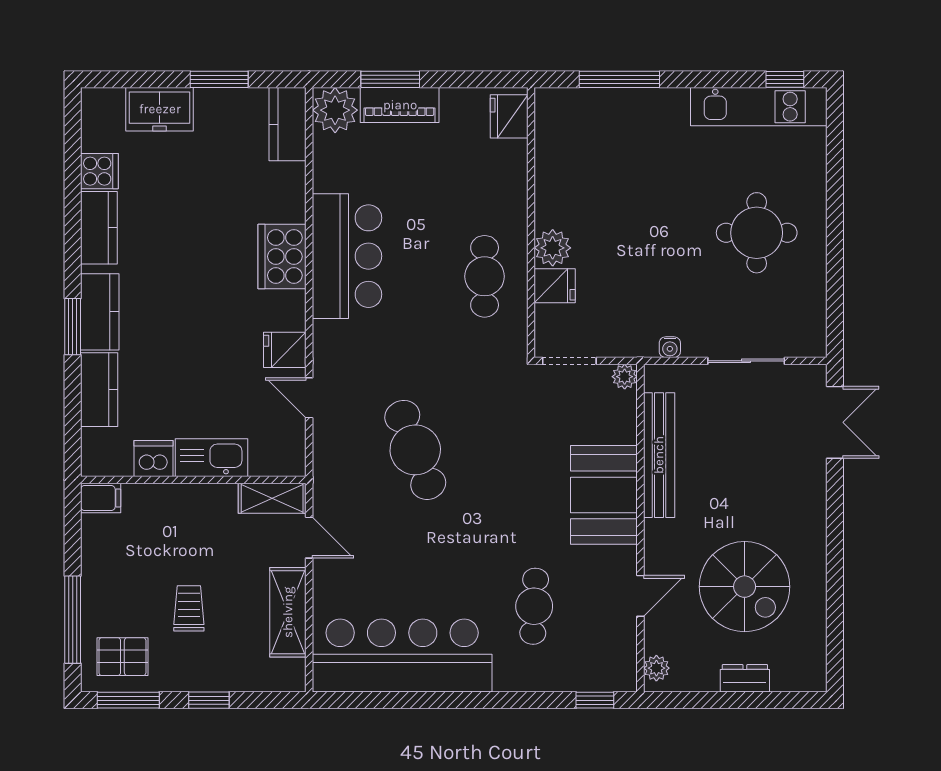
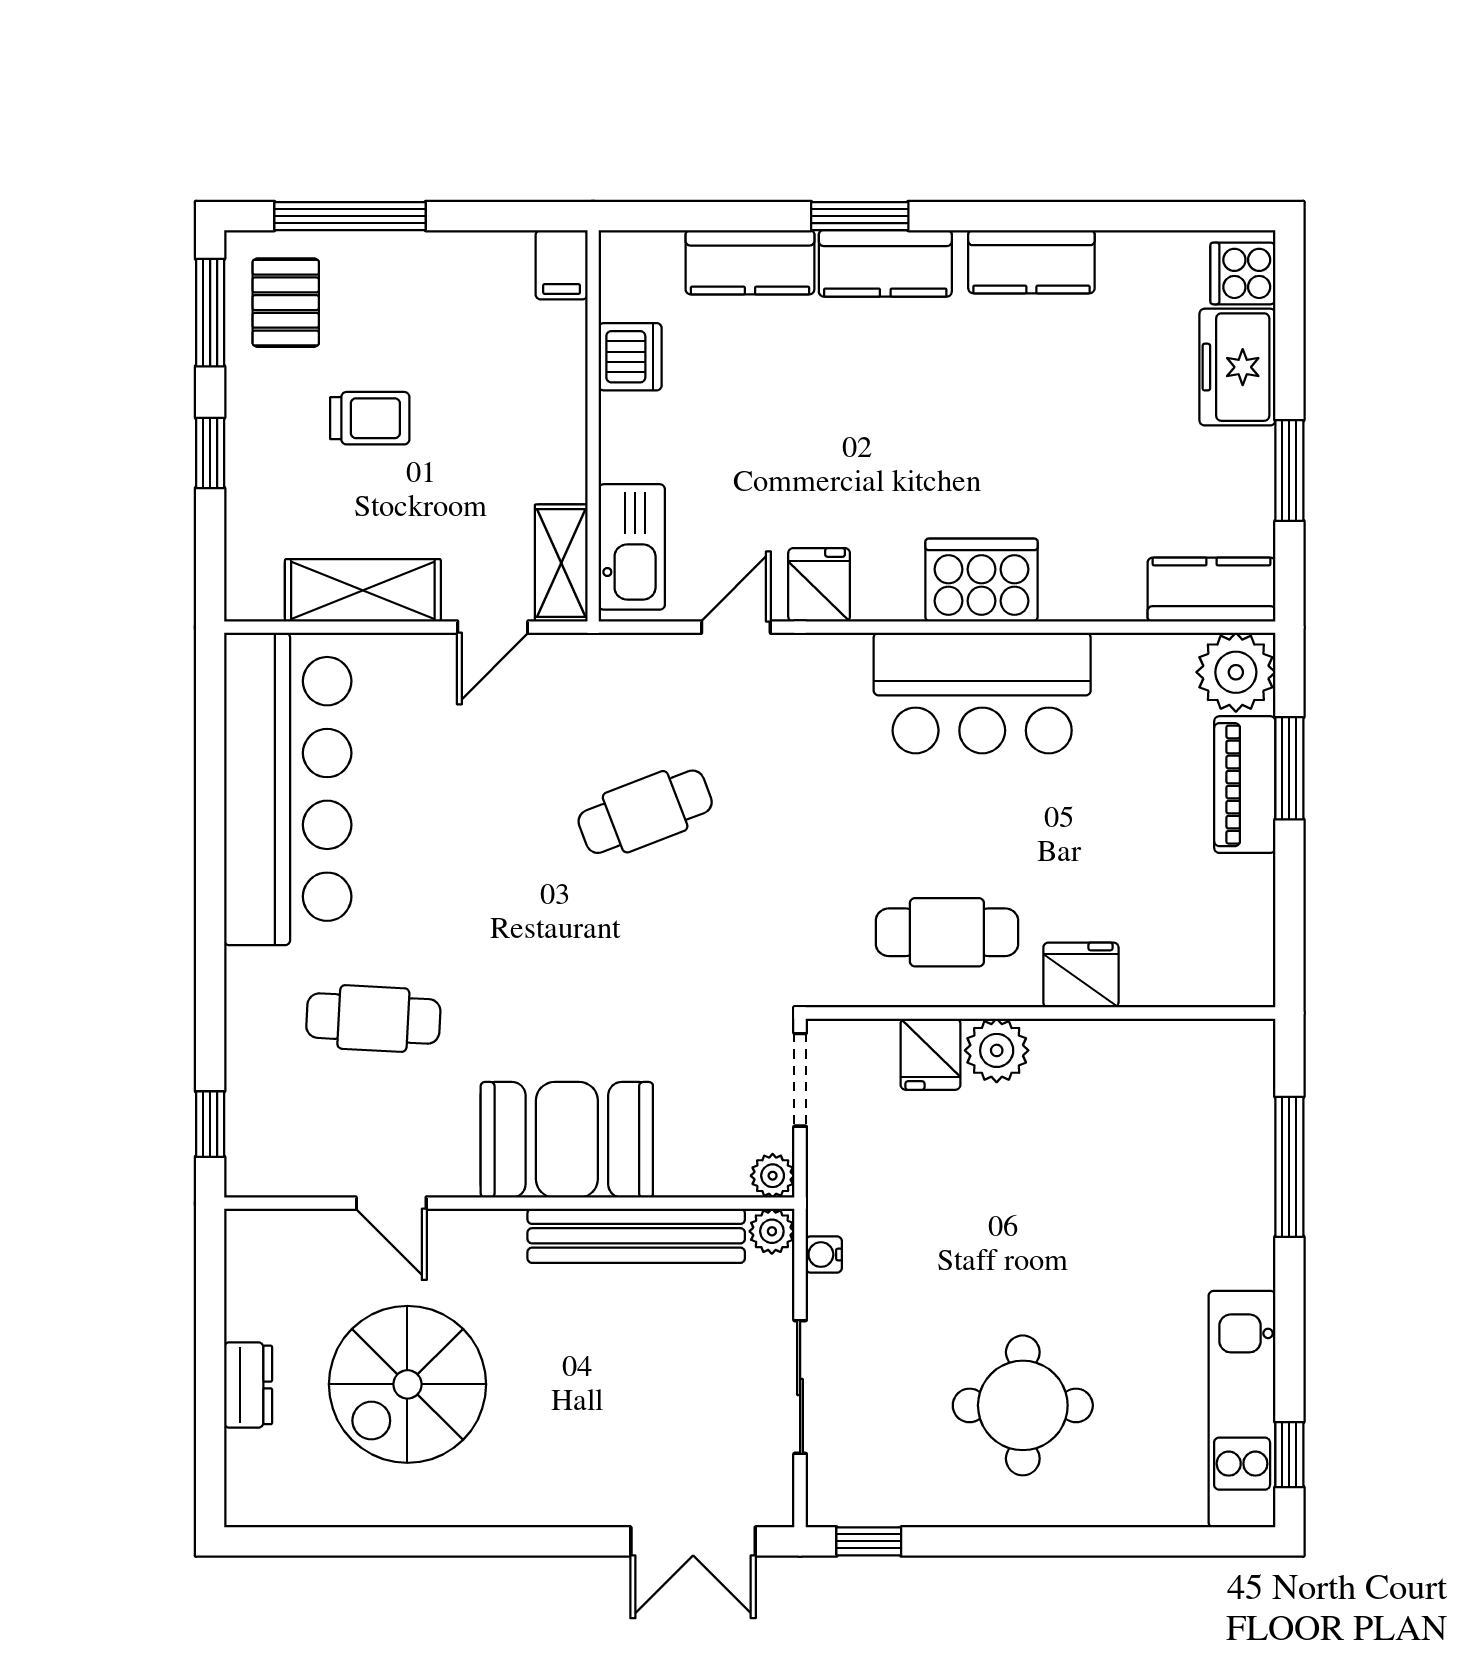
fridge: (509, 116) -> (1081, 975), moved
cooker: (99, 171) -> (1243, 273), moved, turned 90
window: (835, 321) -> (869, 1541), added
cafe table: (415, 450) -> (645, 812), width x0.73, depth x0.74
kitchen sink: (212, 458) -> (632, 547), moved
plant: (656, 668) -> (772, 1231), moved

